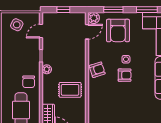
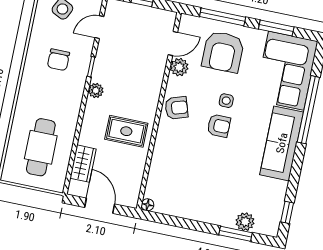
window: (113, 10) -> (223, 17), width x1.44
plant: (94, 18) -> (179, 67), moved
chair: (29, 82) -> (58, 60), moved

